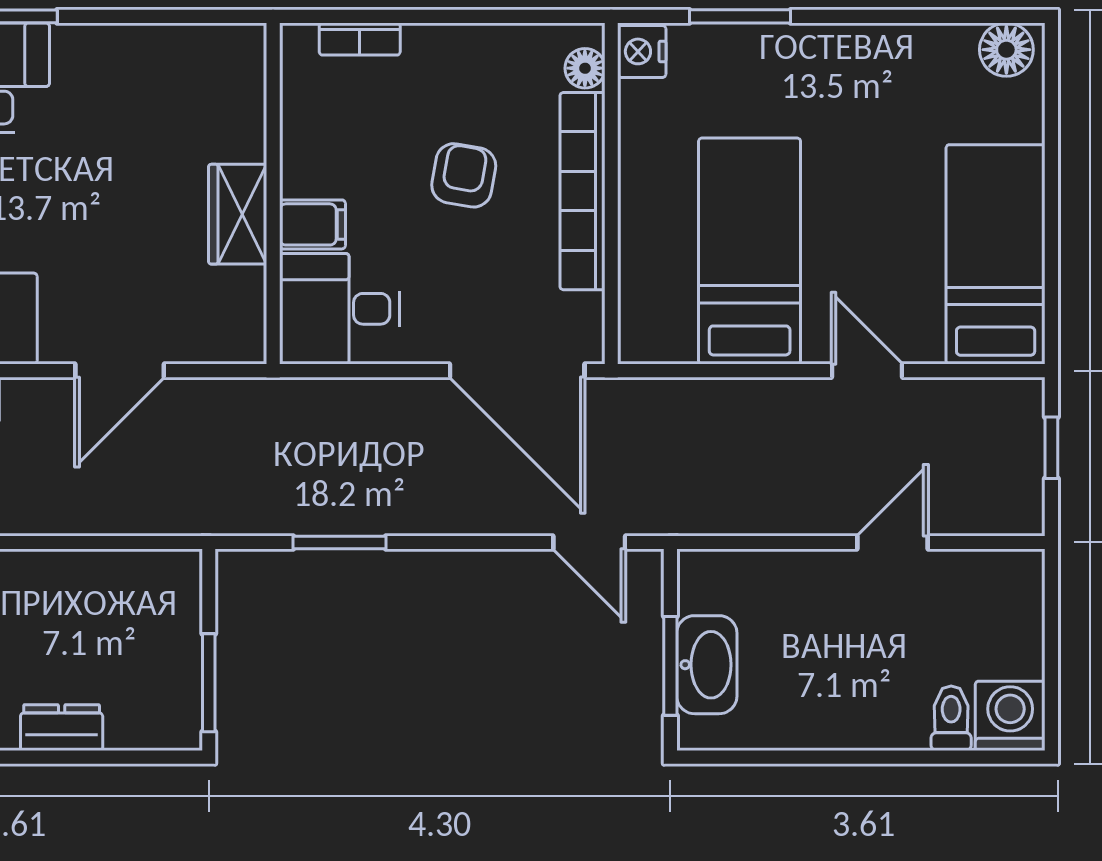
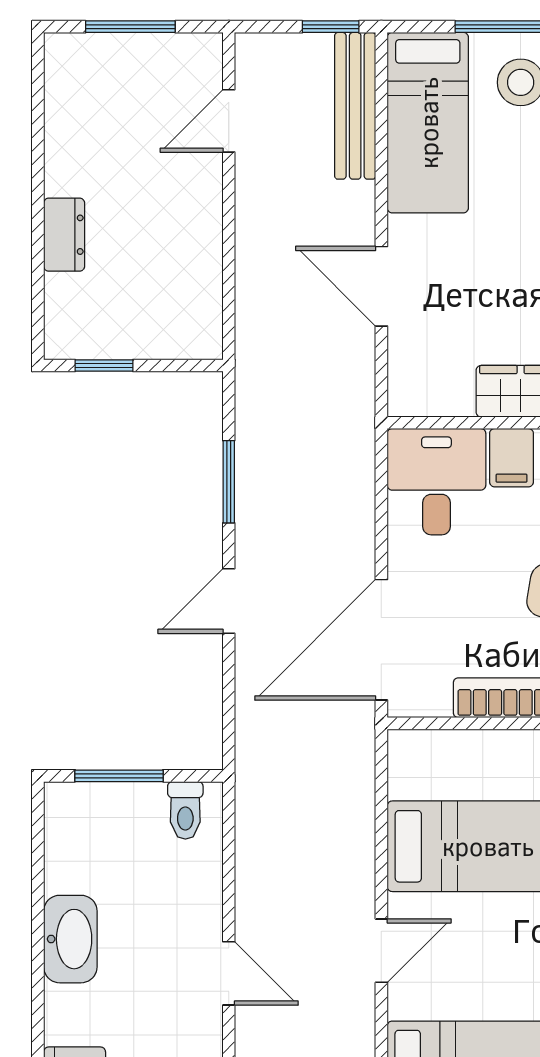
door: (589, 542) -> (229, 601), moved
washbasin: (707, 665) -> (70, 939), moved, turned -90
window: (209, 683) -> (104, 365), width x0.67
toilet: (951, 718) -> (185, 810), moved, turned 90

